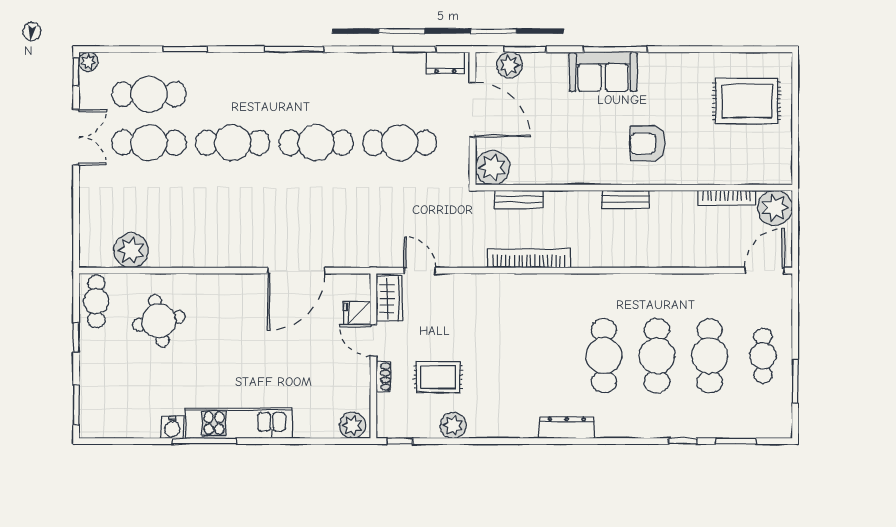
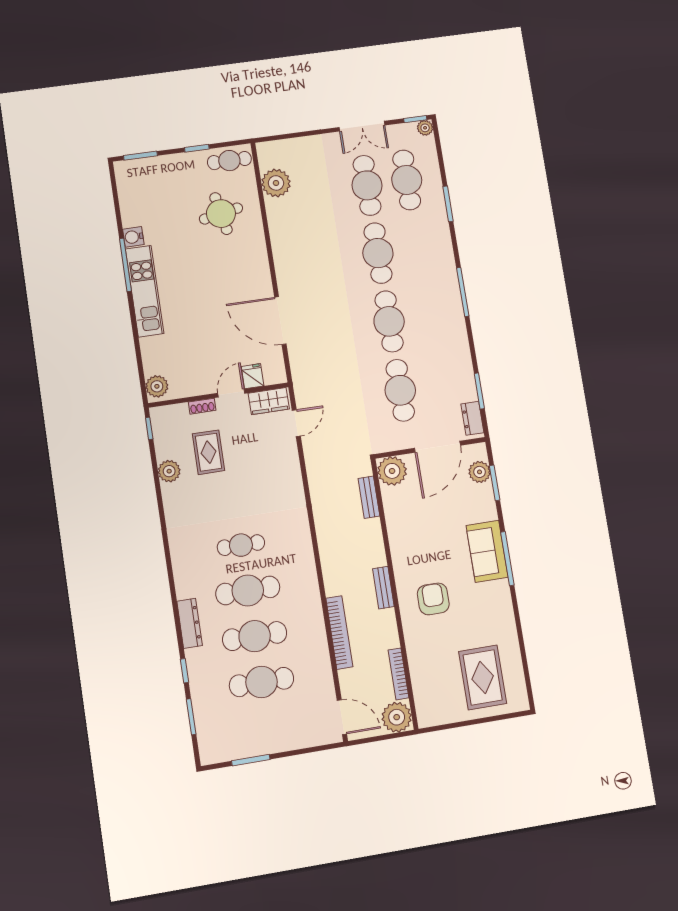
bookcase: (529, 258) -> (339, 632), moved
cafe table: (763, 356) -> (241, 545), moved
dresser: (567, 428) -> (190, 623), moved

